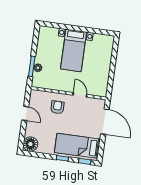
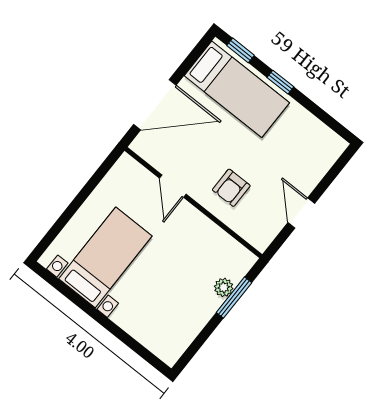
bed with nightstands: (73, 50) -> (105, 257), moved
door: (105, 122) -> (155, 105), swing flipped
floor lamp: (30, 144) -> (327, 147), removed

